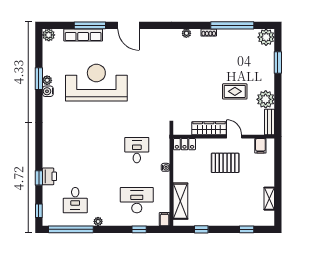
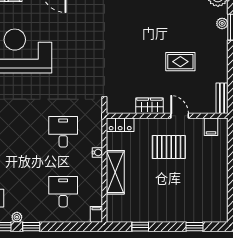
plant: (266, 99) -> (222, 23), moved, width x0.53, depth x0.53
wardrobe: (209, 128) -> (150, 106), width x0.67
shelving: (269, 199) -> (222, 190), removed
desk: (137, 200) -> (63, 192), width x0.73
shelving: (180, 201) -> (115, 172), moved
window: (139, 229) -> (31, 227), moved

